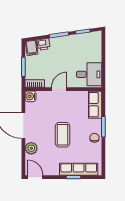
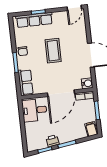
printer: (43, 44) -> (53, 141), moved
door: (59, 89) -> (61, 93), width x1.88
plant: (31, 148) -> (81, 35), removed
door: (35, 177) -> (74, 8), hinge flipped

